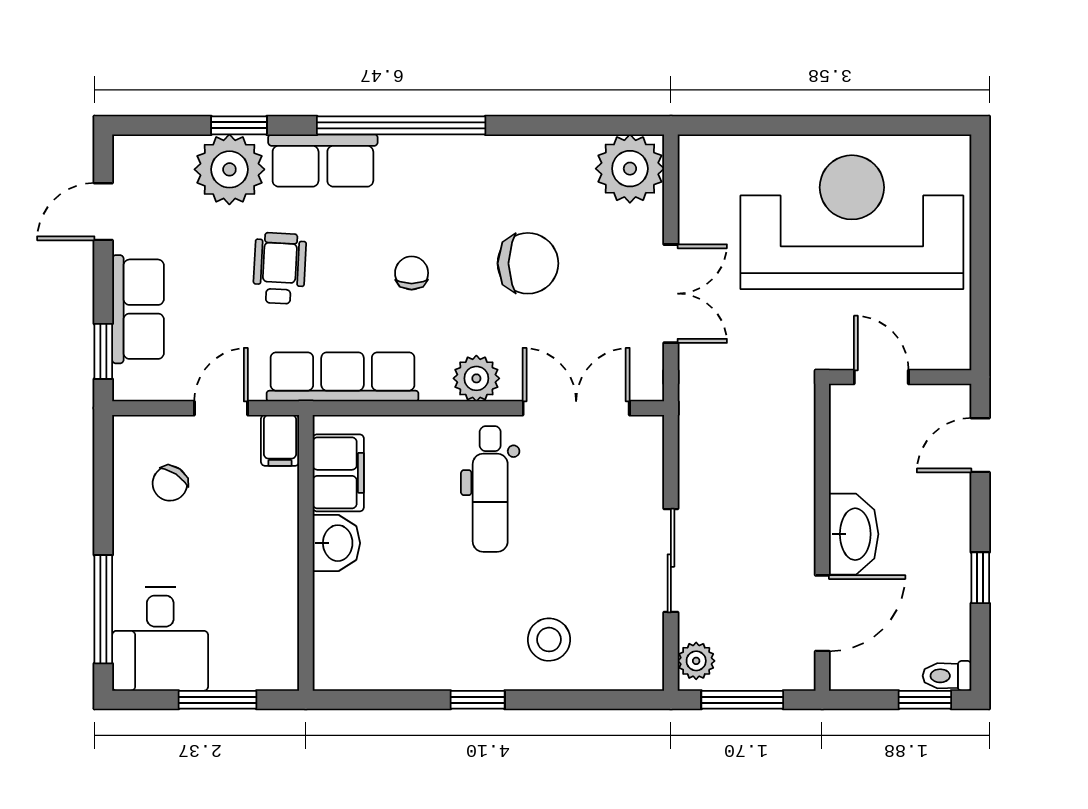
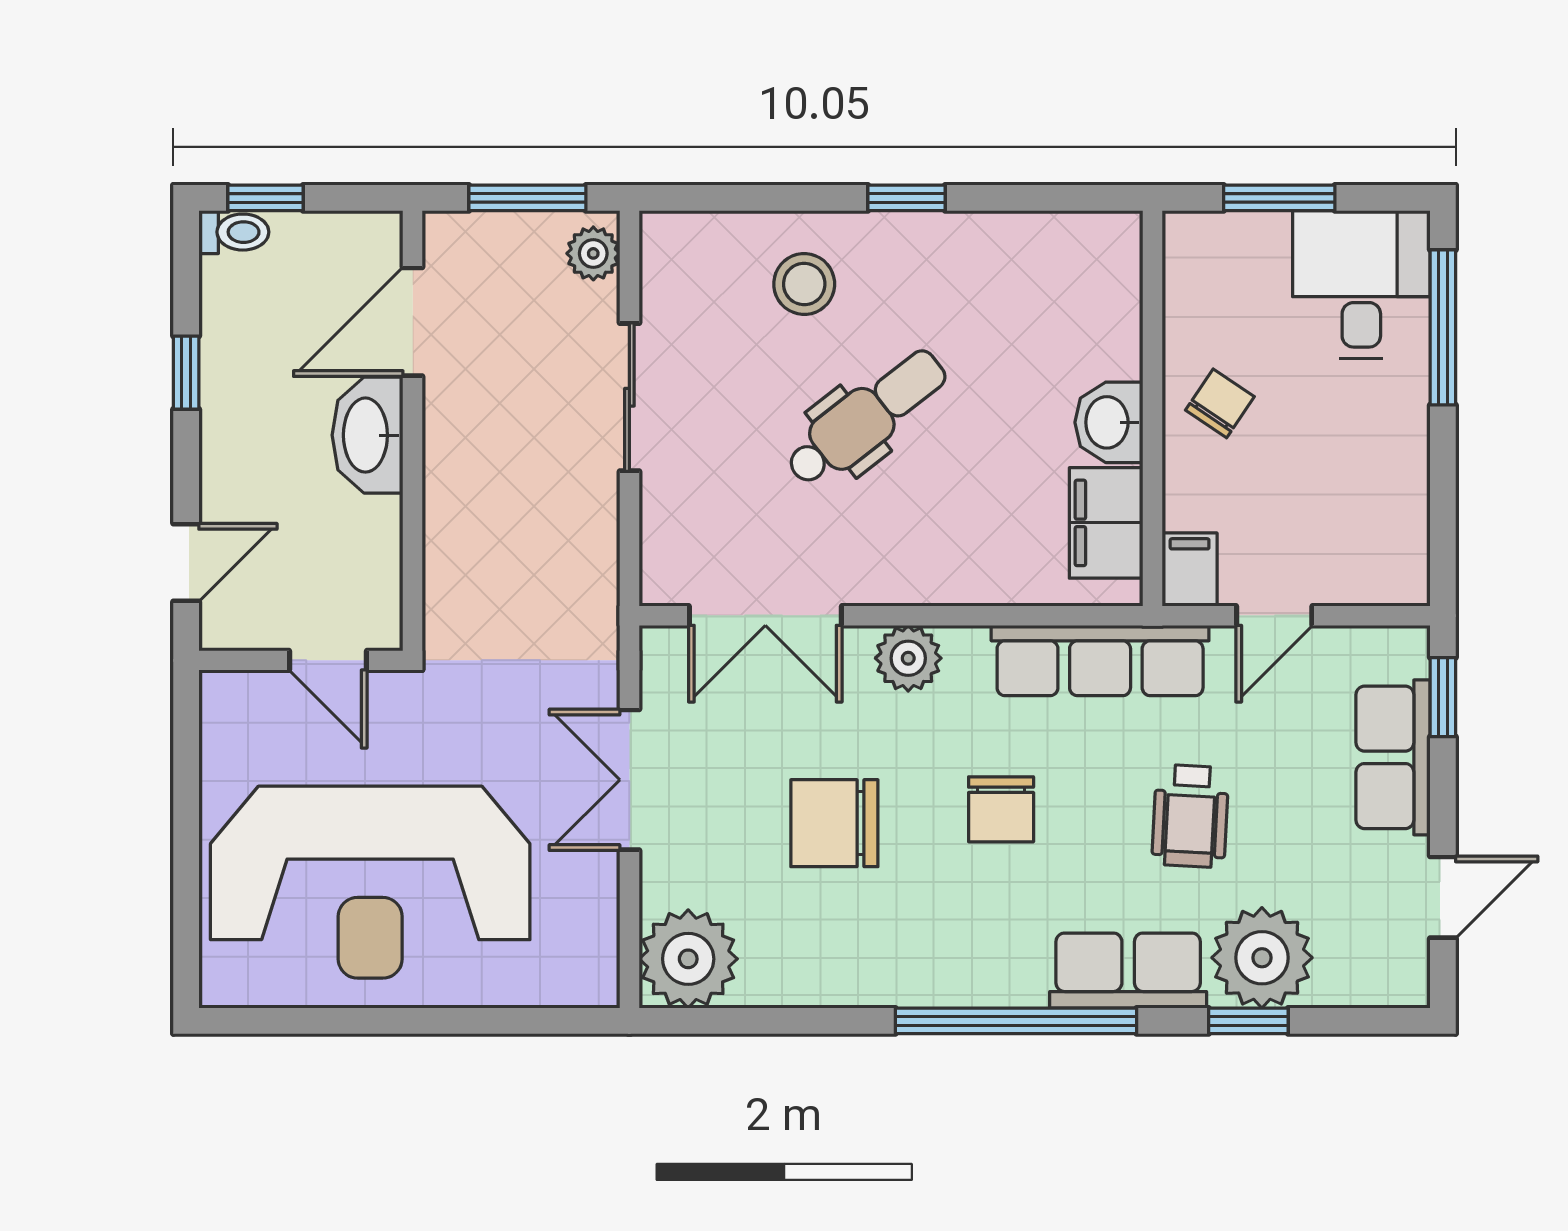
chair: (412, 273) -> (1001, 809), width x1.37, depth x1.37
chair: (170, 483) -> (1220, 403), moved
dental chair: (490, 489) -> (866, 418), moved, turned 52

